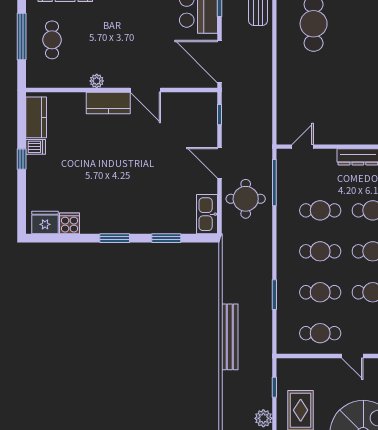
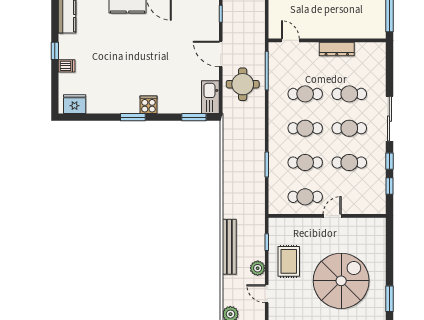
dishwasher: (36, 147) -> (67, 66), moved
door: (303, 147) -> (290, 40), hinge flipped
cooker: (69, 223) -> (148, 105), moved
window: (166, 238) -> (194, 117), moved
bench: (230, 337) -> (229, 247), moved
door: (352, 356) -> (332, 216), swing flipped

